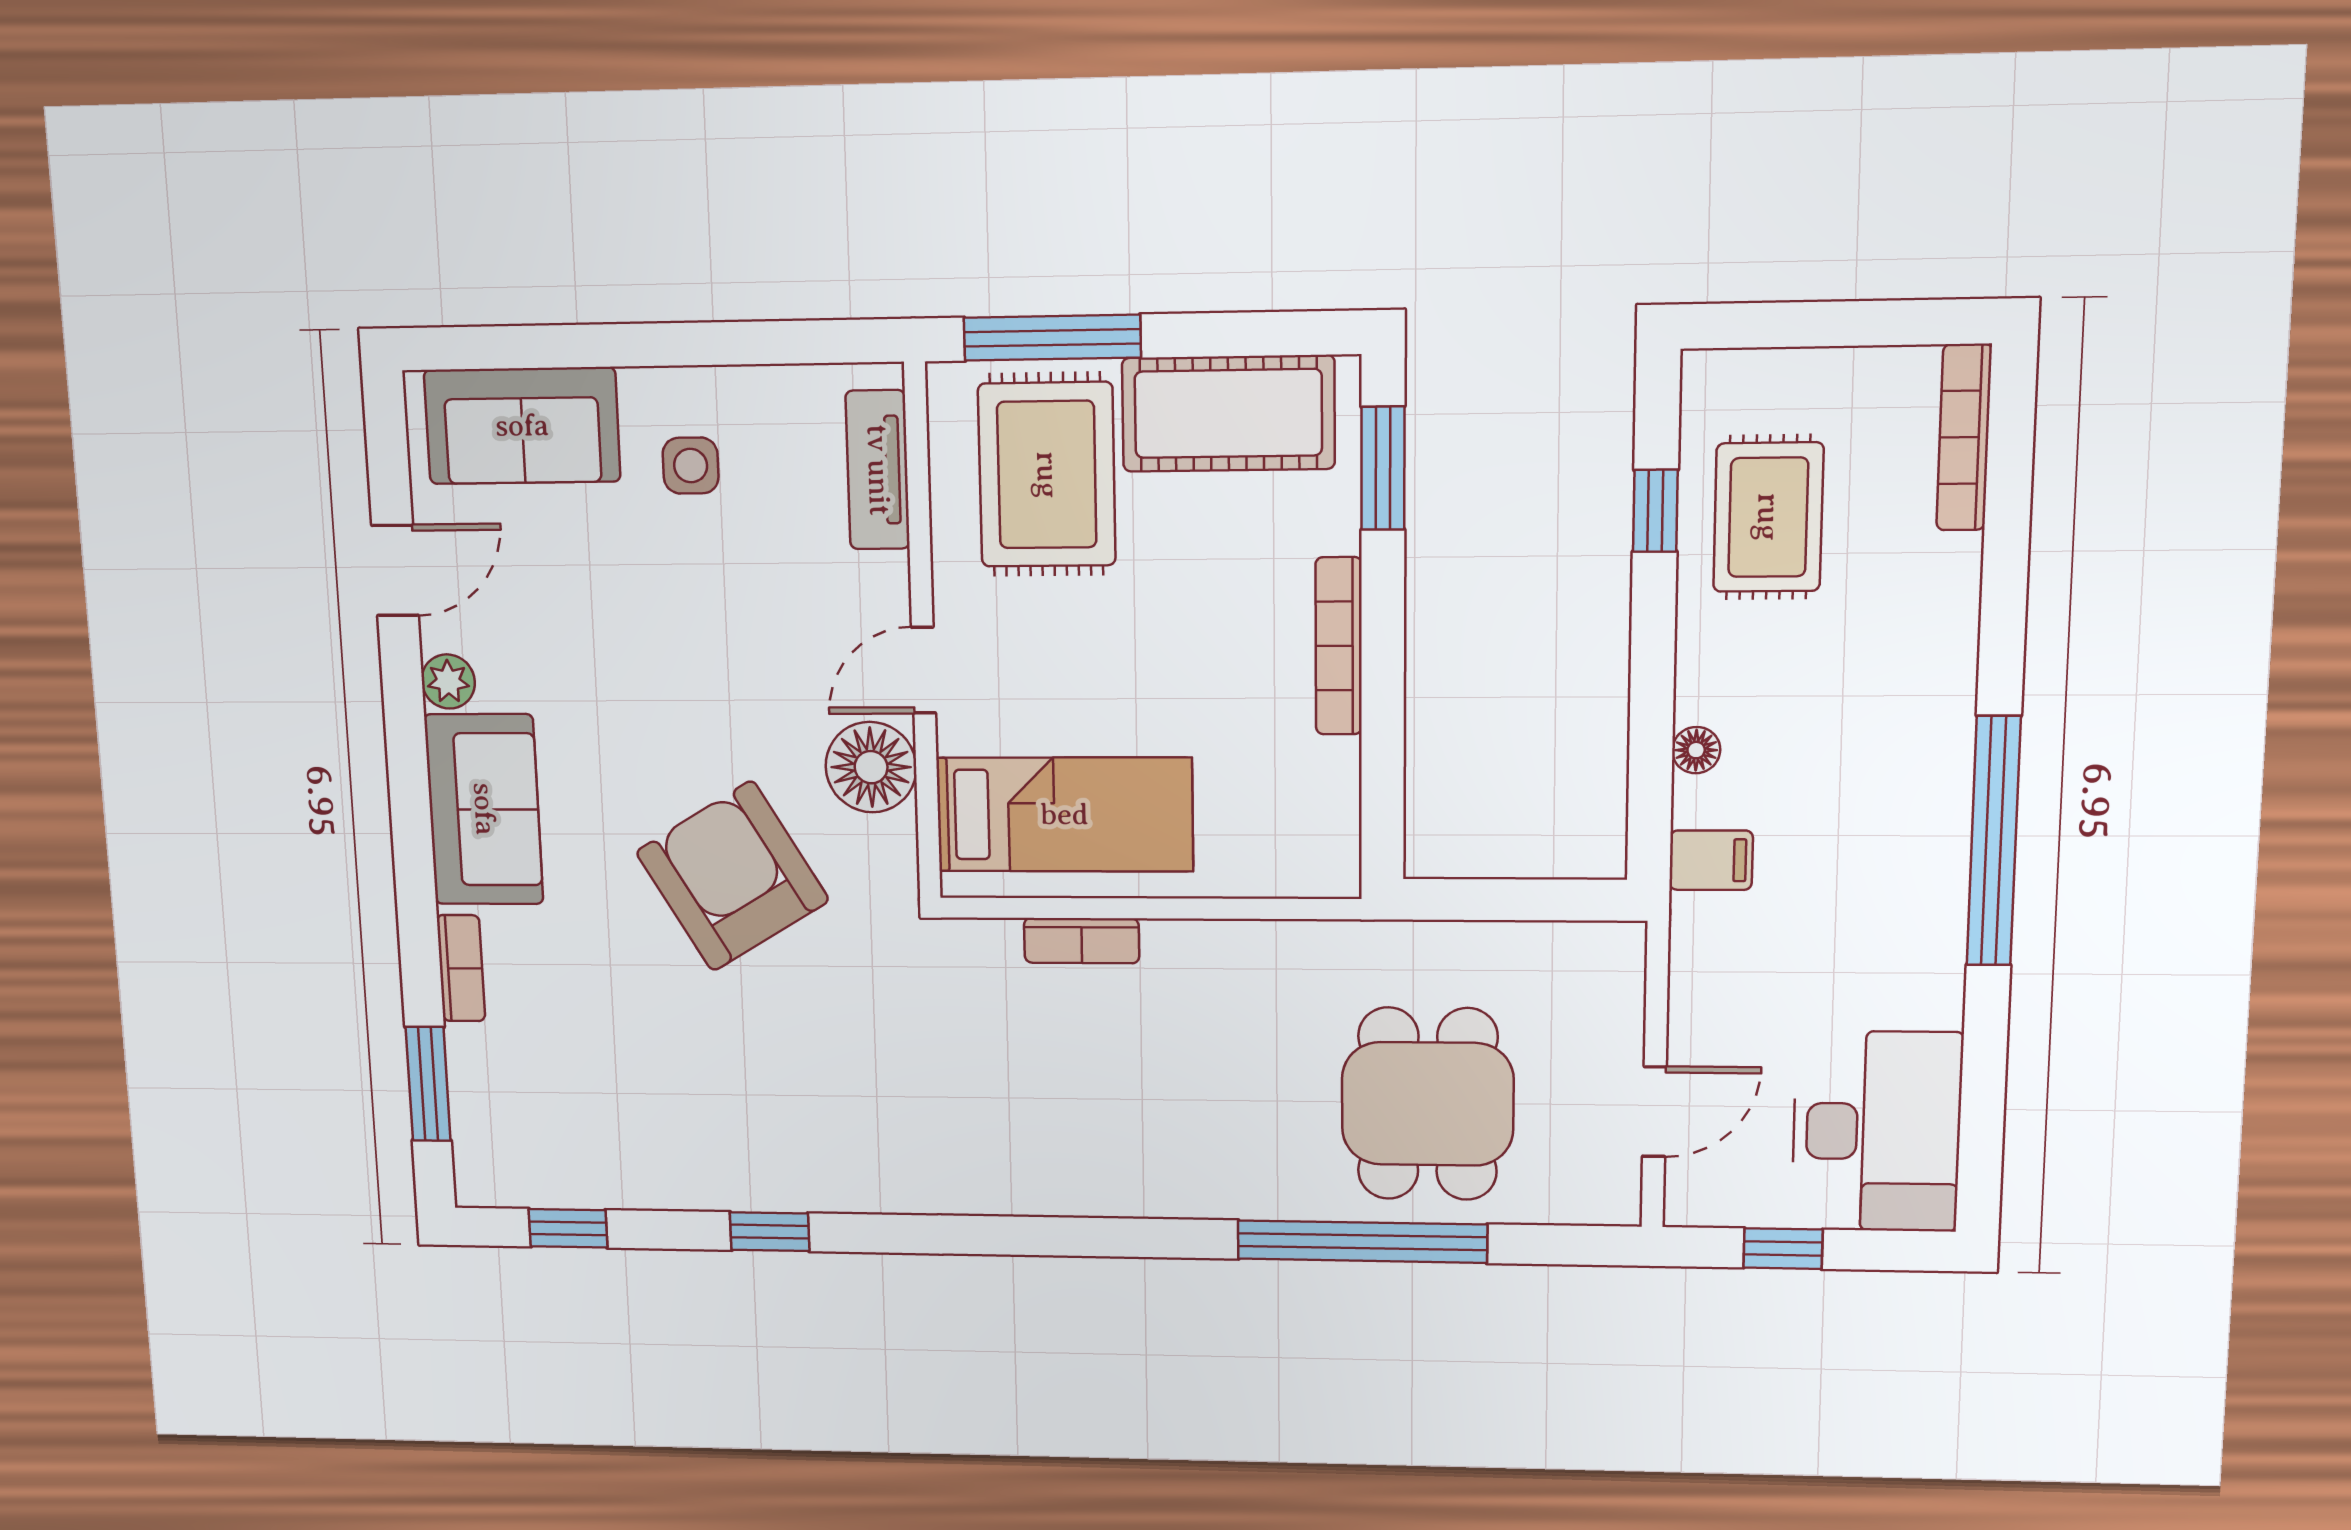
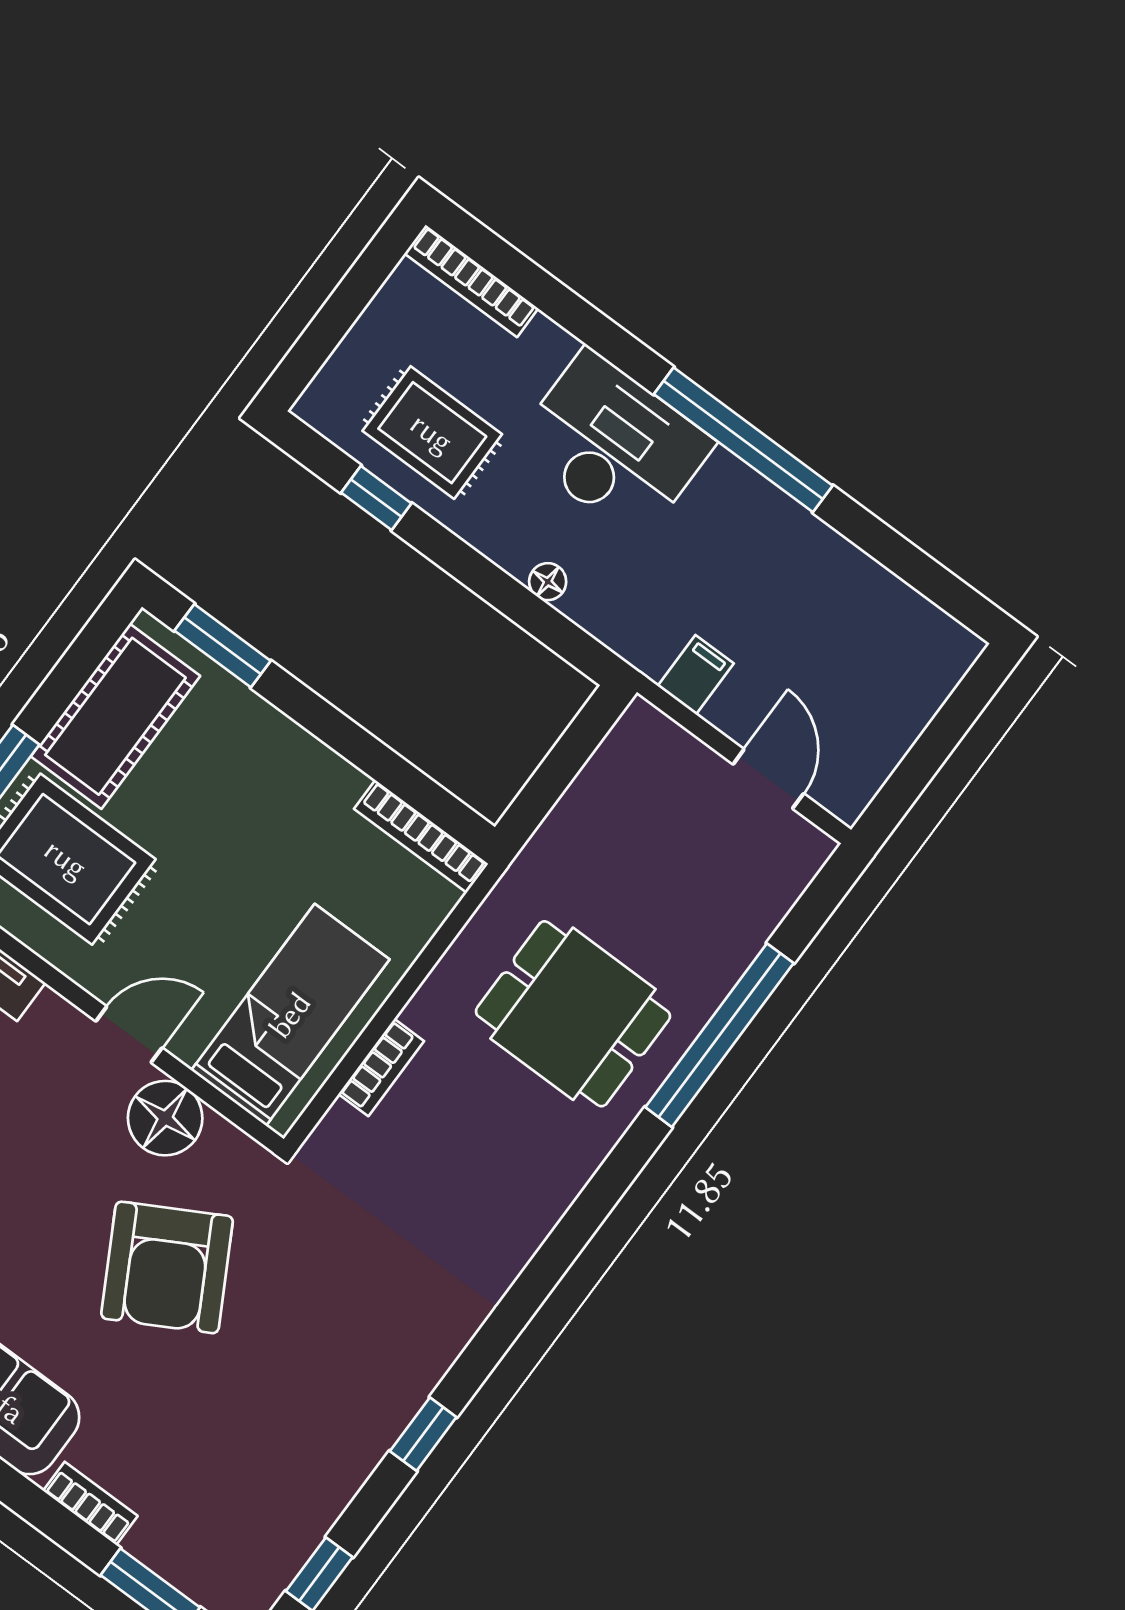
bookcase: (1339, 646) -> (421, 836), moved
door: (923, 670) -> (129, 1034), swing flipped
filing cabinet: (1711, 860) -> (696, 675), moved
armchair: (732, 876) -> (167, 1267), turned -88
dining table: (1428, 1104) -> (573, 1014), moved
desk: (1877, 1131) -> (613, 445), moved
window: (1783, 1249) -> (922, 763), removed

